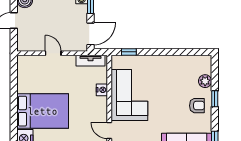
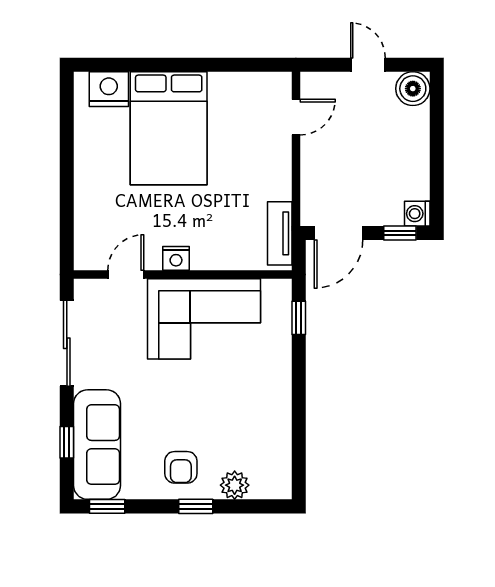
door: (90, 34) -> (339, 233), hinge flipped
door: (53, 53) -> (296, 117), moved
nightstand: (102, 90) -> (176, 258), moved

